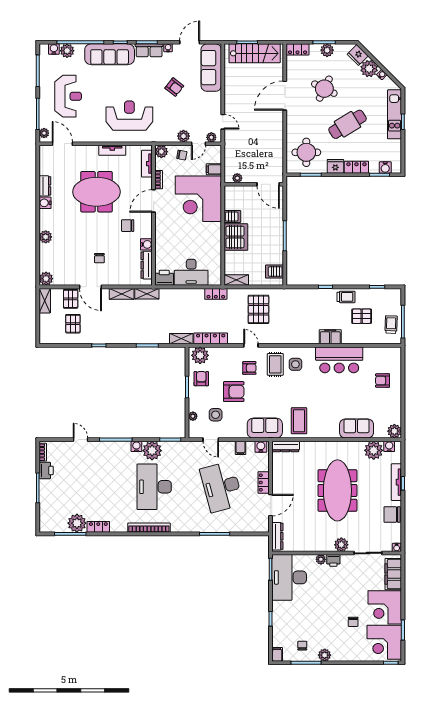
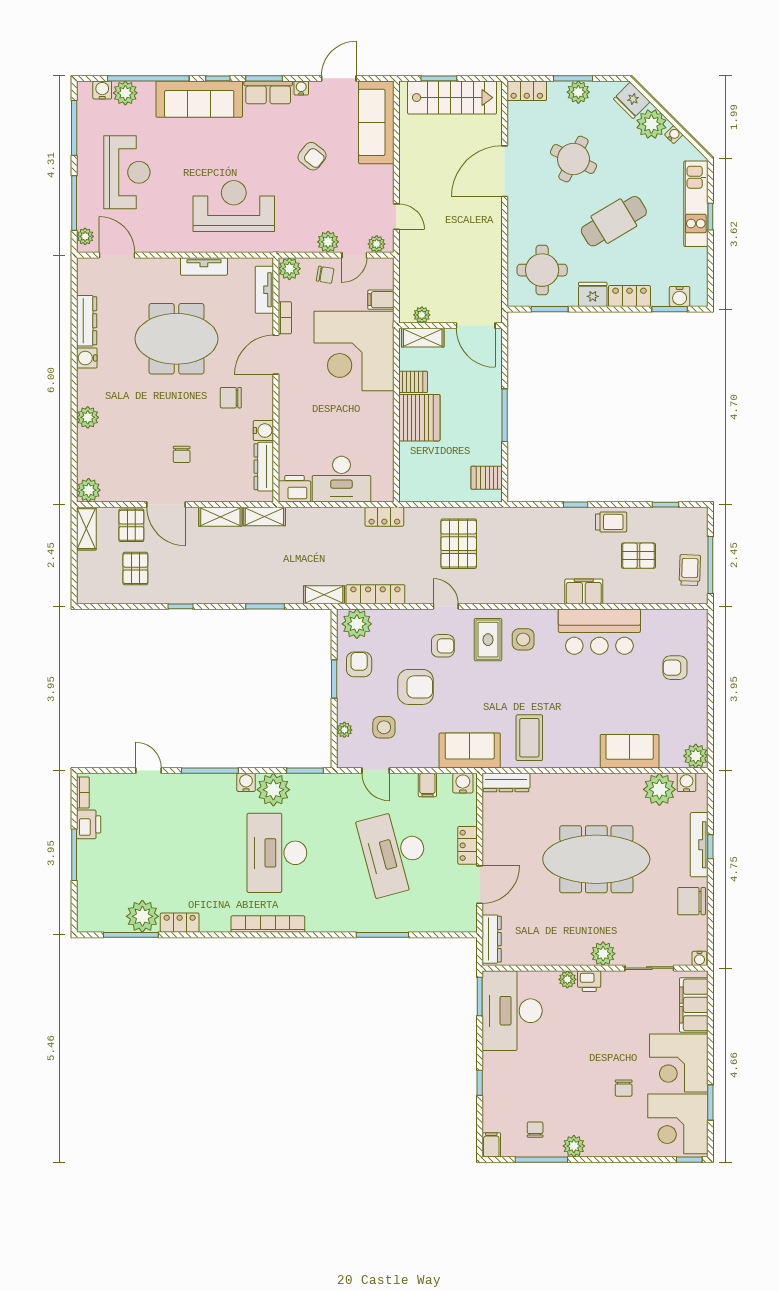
dresser: (45, 186) -> (87, 321), width x1.44
shelving: (236, 280) -> (423, 338), moved
meeting table: (337, 490) -> (596, 859), turned 90

